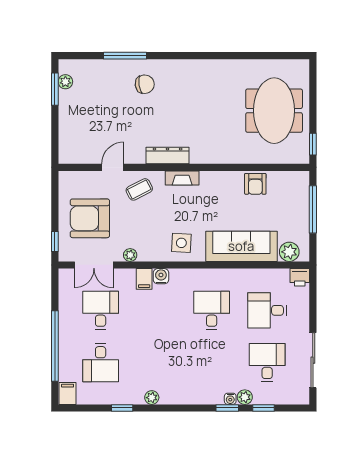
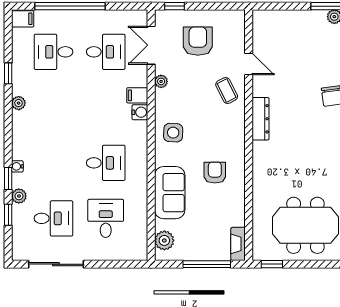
fireplace: (182, 178) -> (238, 244), moved
armchair: (255, 184) -> (215, 173), moved, turned 90
armchair: (90, 218) -> (198, 41), width x0.73, depth x0.73
sofa: (241, 246) -> (170, 193), width x0.73
printer: (300, 277) -> (139, 251), removed
water cooler: (230, 399) -> (17, 166), moved

